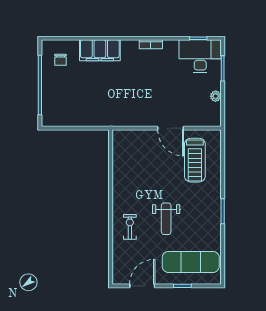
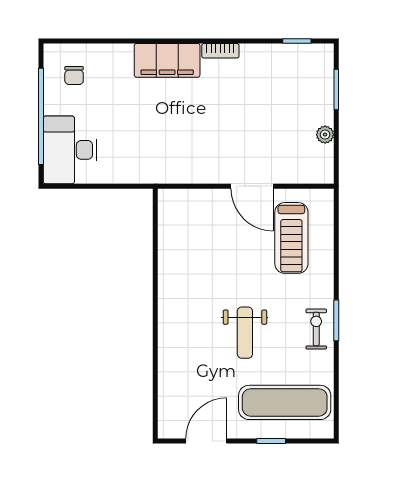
filing cabinet: (100, 50) -> (167, 60), moved
desk: (200, 56) -> (70, 150), moved, turned -90
exercise bike: (130, 227) -> (316, 329), moved

